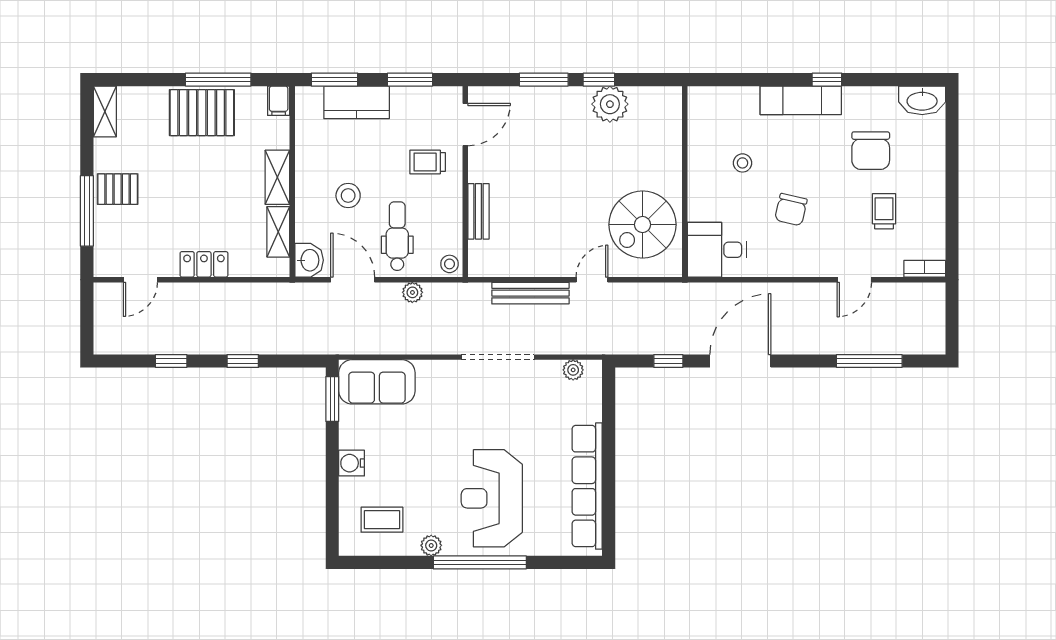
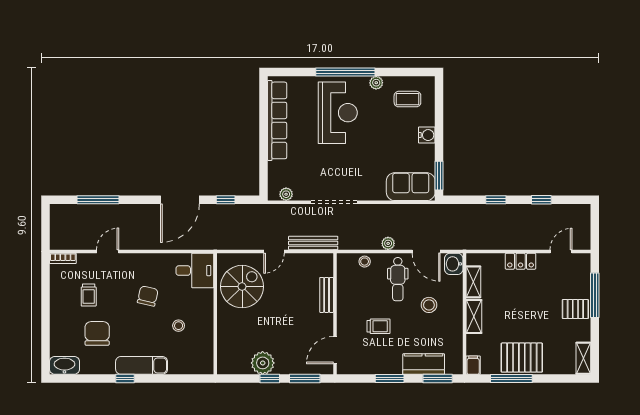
door: (465, 125) -> (335, 350), moved
wall: (465, 182) -> (335, 314), moved
bench: (478, 211) -> (327, 295), moved

